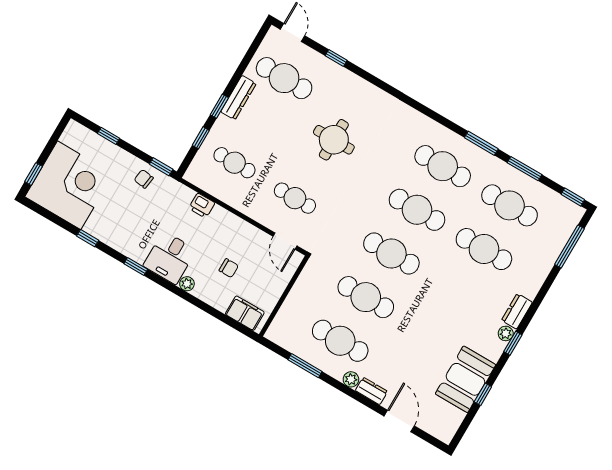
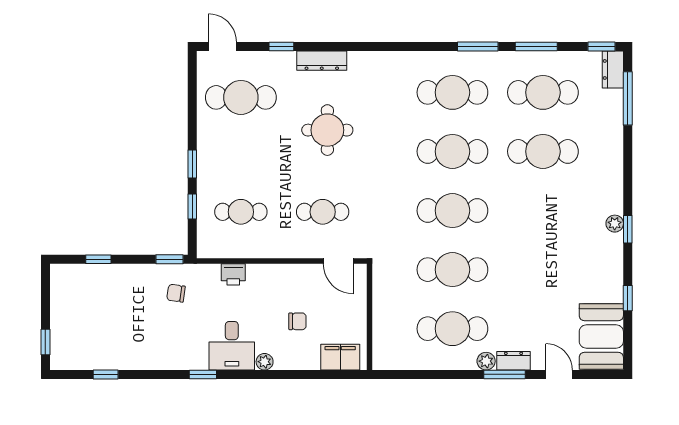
dresser: (238, 98) -> (322, 61), moved, turned 90
chair: (144, 179) -> (176, 293), moved
corner desk: (69, 185) -> (88, 332), removed
window: (88, 238) -> (106, 374), moved
dresser: (517, 311) -> (613, 69), moved
window: (305, 366) -> (504, 374), moved
booth: (466, 379) -> (601, 337), moved
door: (399, 421) -> (559, 374), width x0.73

